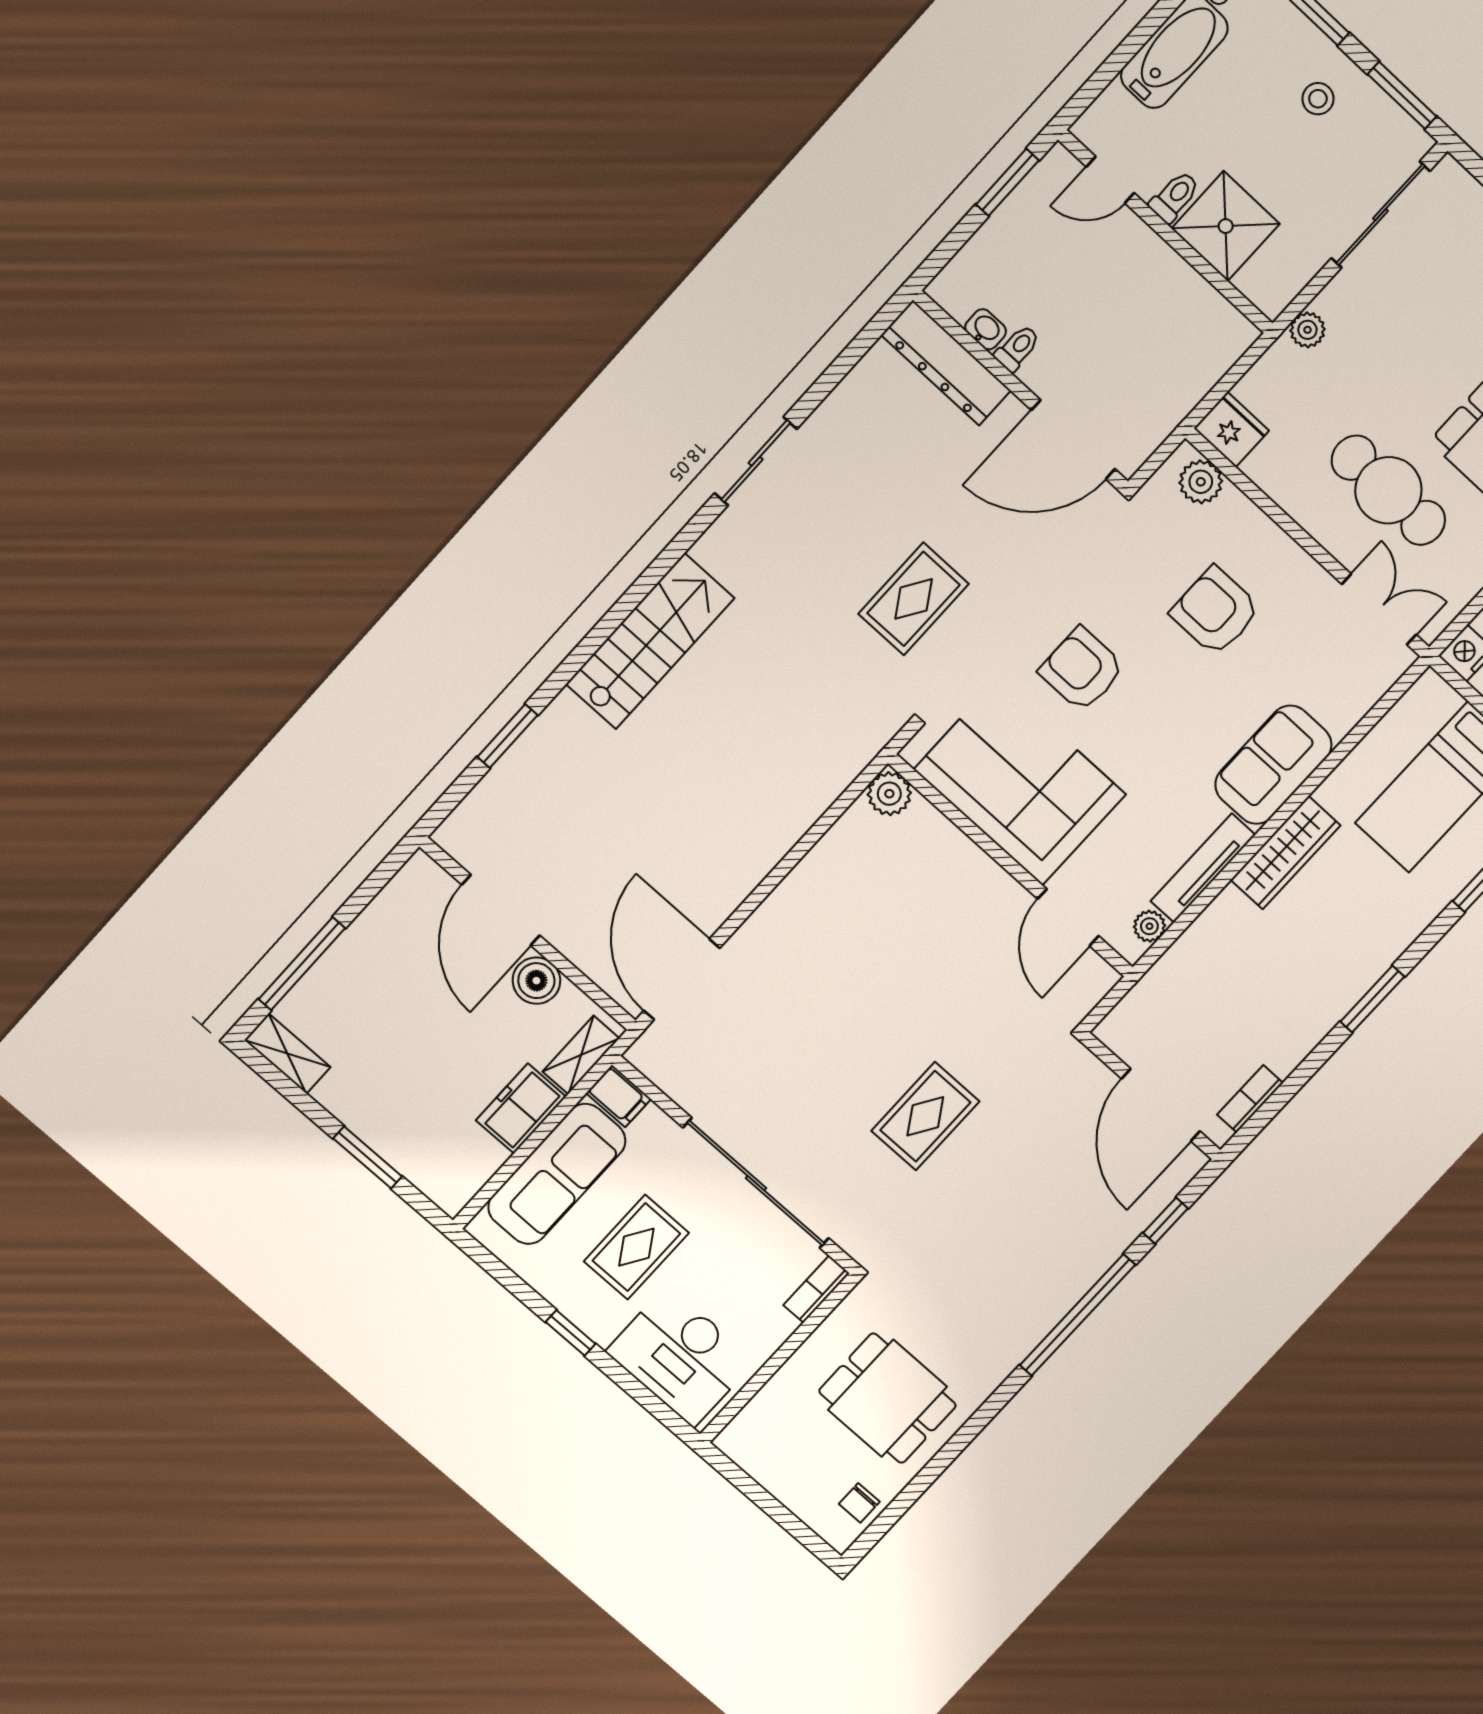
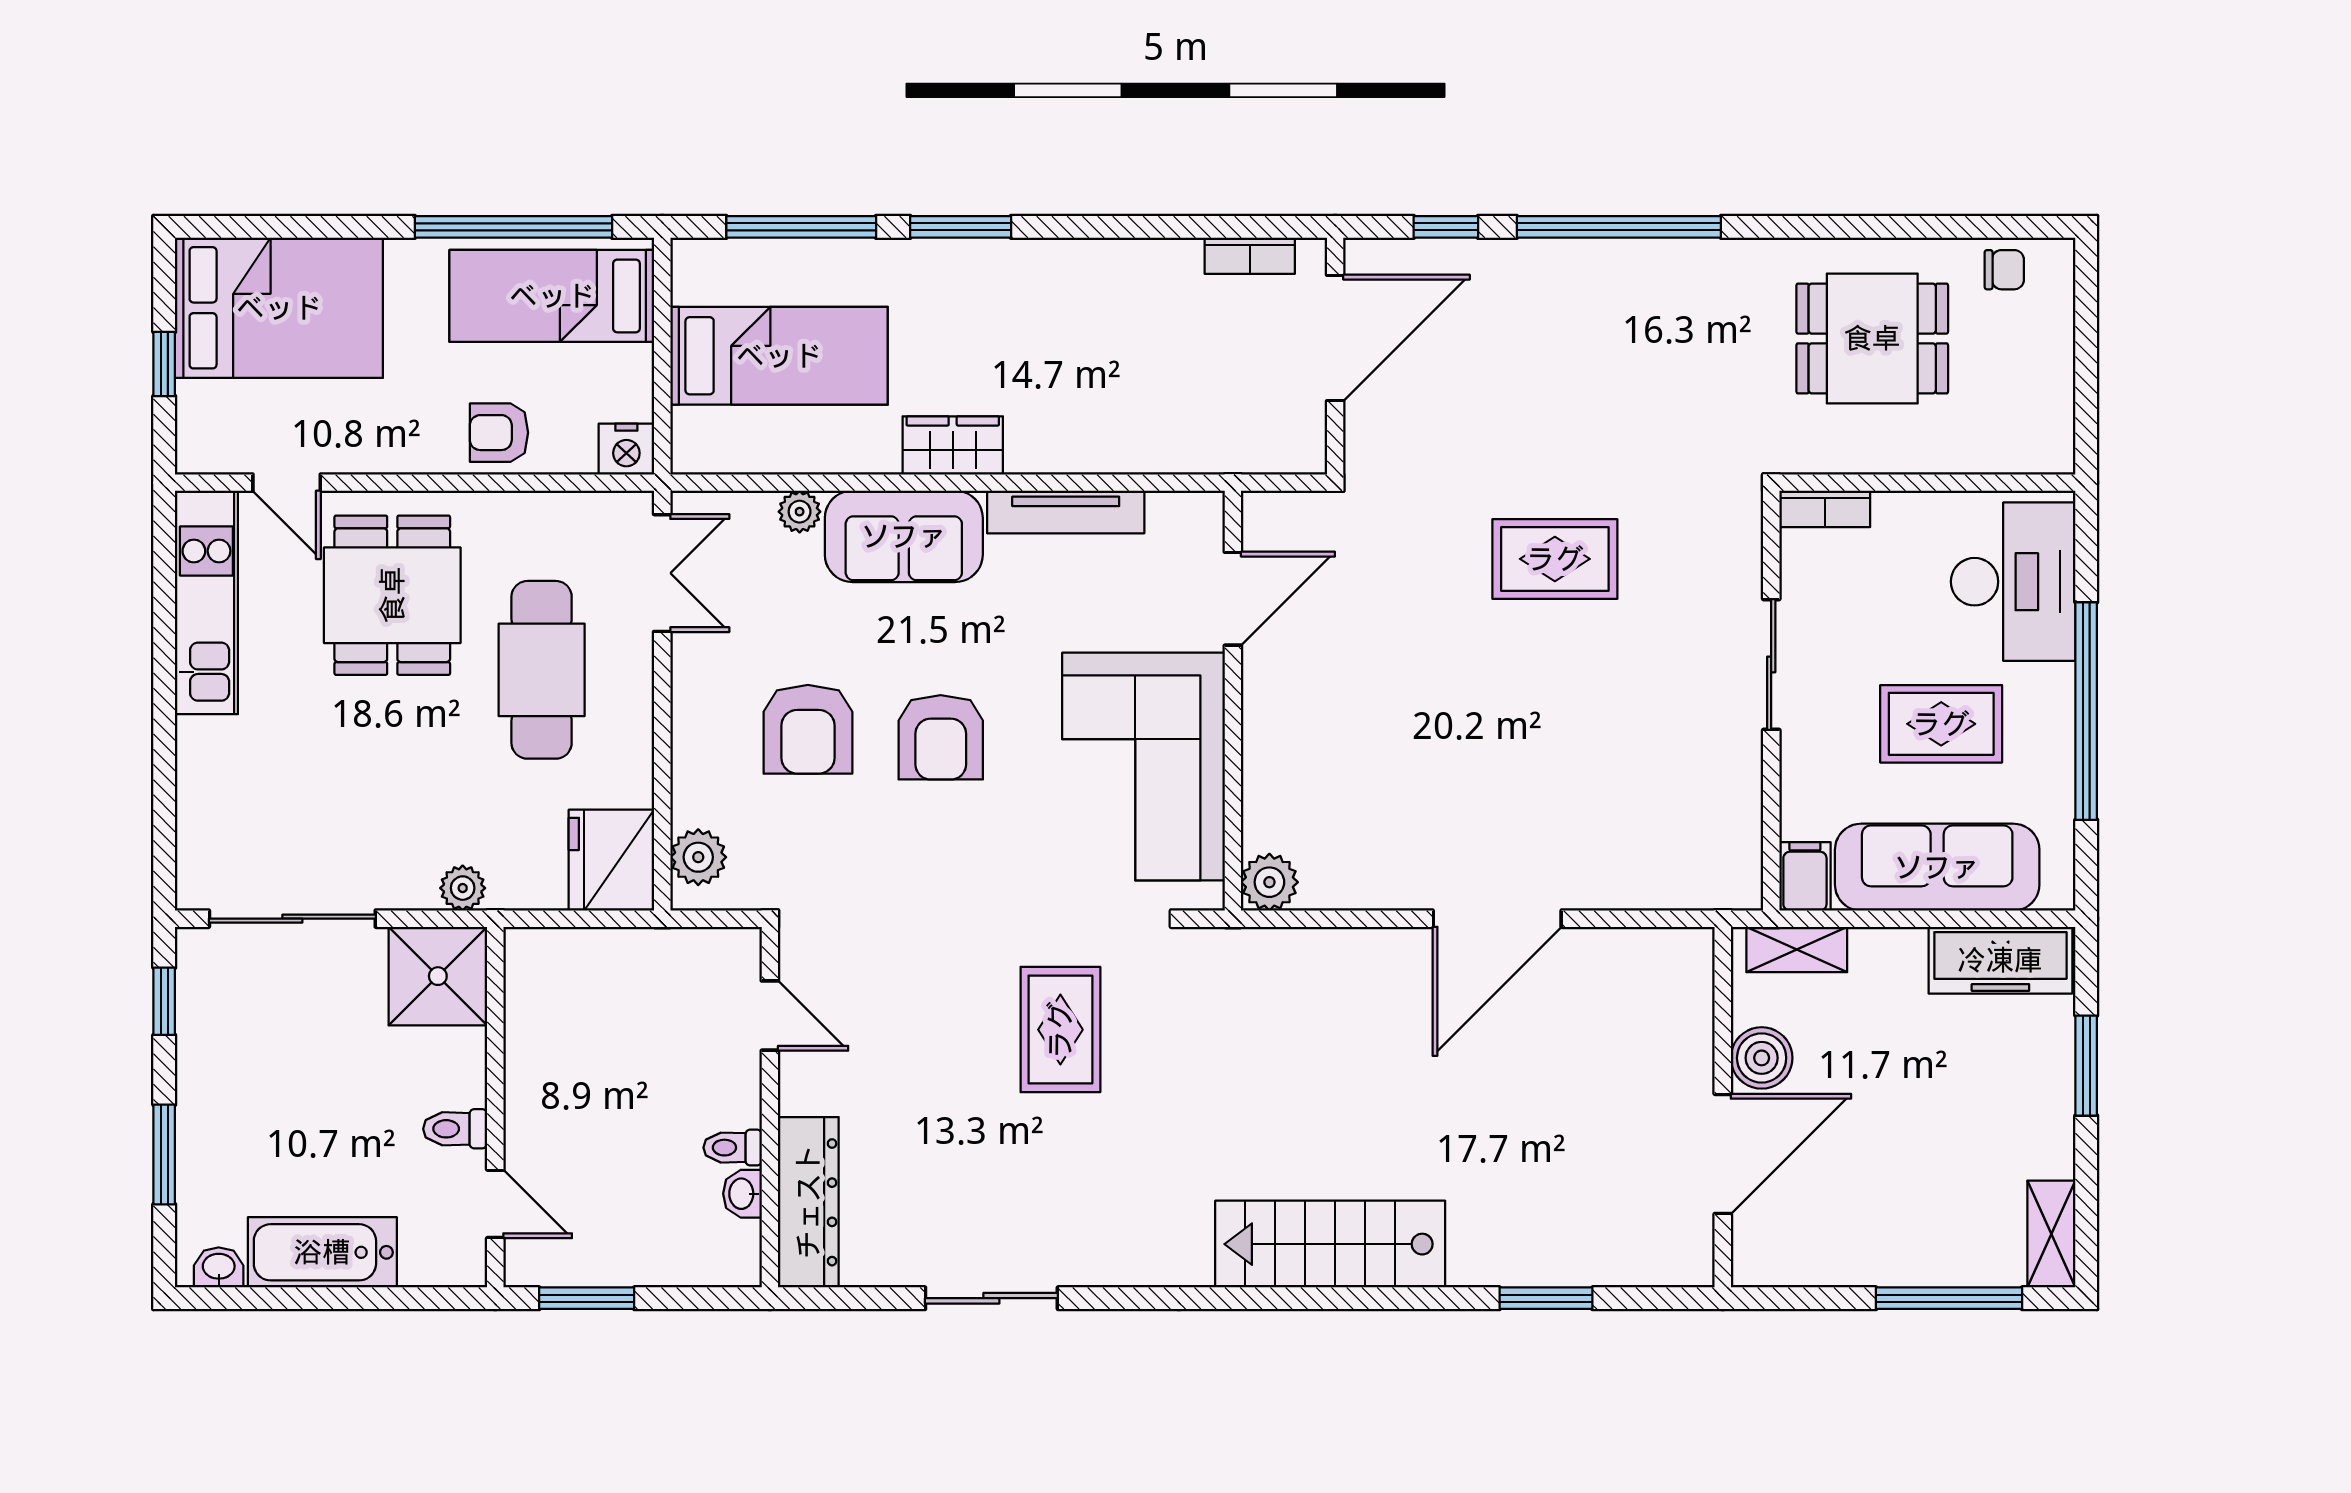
window: (1402, 95) -> (164, 1001), width x0.67
stool: (1318, 99) -> (241, 1078), removed
shower: (1226, 226) -> (438, 976), moved
fridge: (1232, 430) -> (611, 860), width x1.36, depth x1.34
door: (1073, 440) -> (770, 1016), width x0.53
sliding door: (756, 461) -> (991, 1298), moved
rug: (914, 599) -> (1060, 1030), turned 90
double door: (1379, 609) -> (662, 573), swing flipped
armchair: (1082, 670) -> (941, 737), moved
wardrobe: (1285, 853) -> (953, 445), width x0.67
plant: (1149, 926) -> (800, 512), moved
door: (682, 979) -> (1497, 919), moved
window: (1372, 999) -> (961, 227), moved
freezer: (521, 1109) -> (2000, 960), moved, width x1.40
sliding door: (756, 1183) -> (1771, 664), width x0.54
window: (571, 1333) -> (2086, 711), width x3.17
dining table: (888, 1398) -> (1872, 338), turned 90

